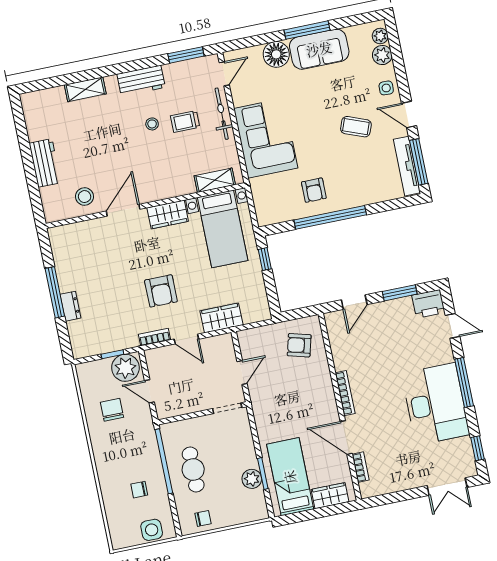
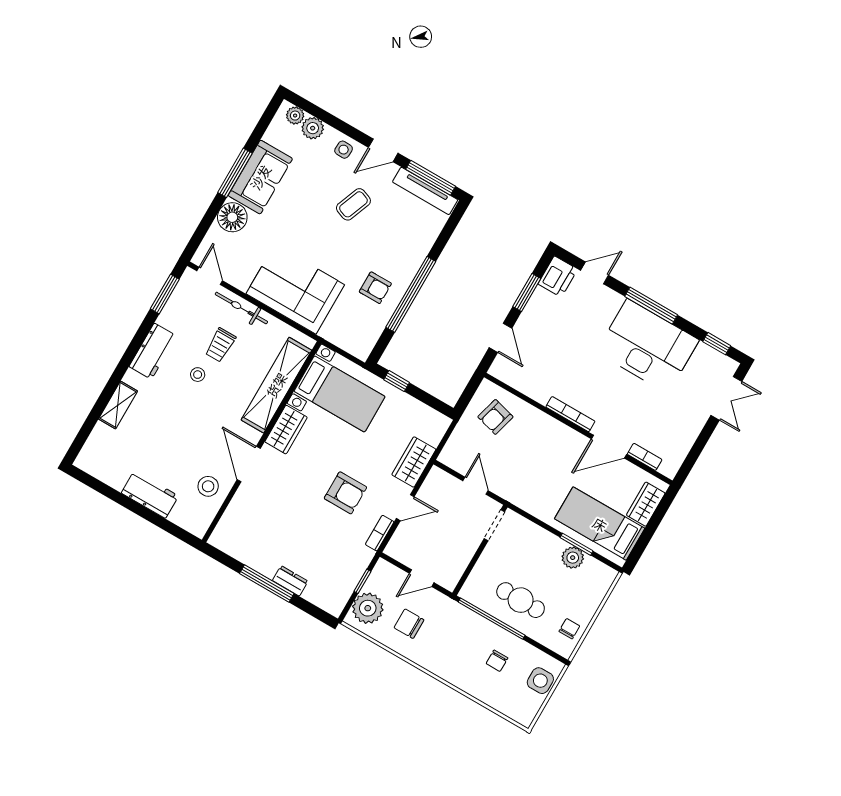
shelving: (215, 180) -> (276, 385), width x2.20, depth x1.33
plant: (125, 368) -> (368, 608), moved

